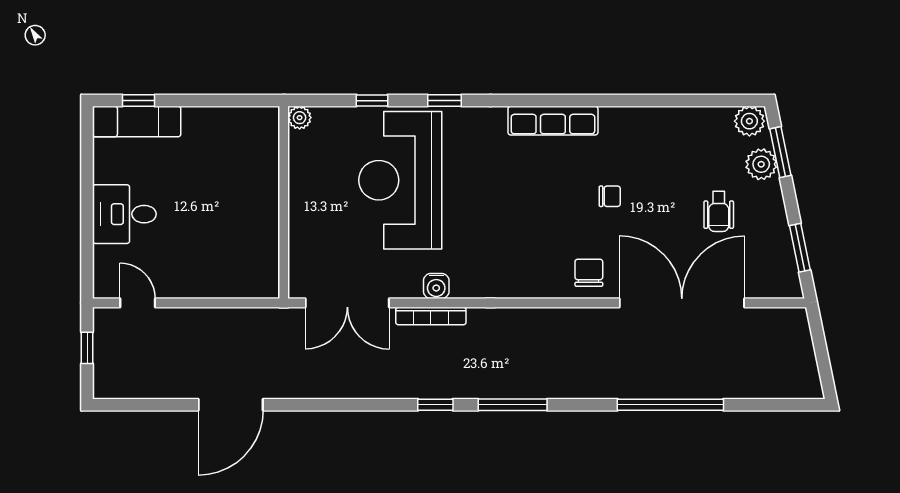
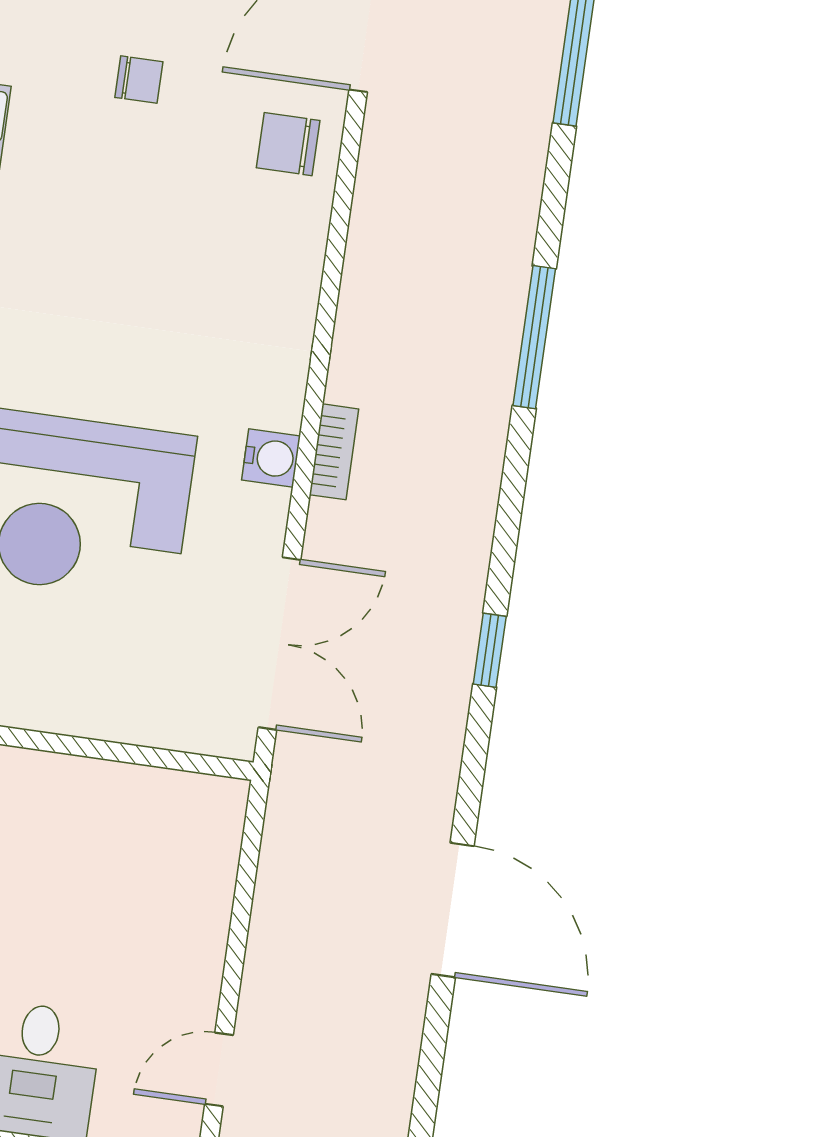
chair: (610, 196) -> (139, 80), turned 90
bookcase: (431, 316) -> (334, 452), width x0.64
window: (435, 405) -> (490, 650), moved

